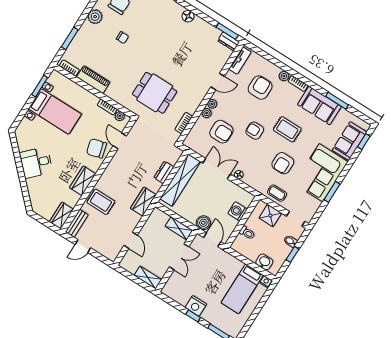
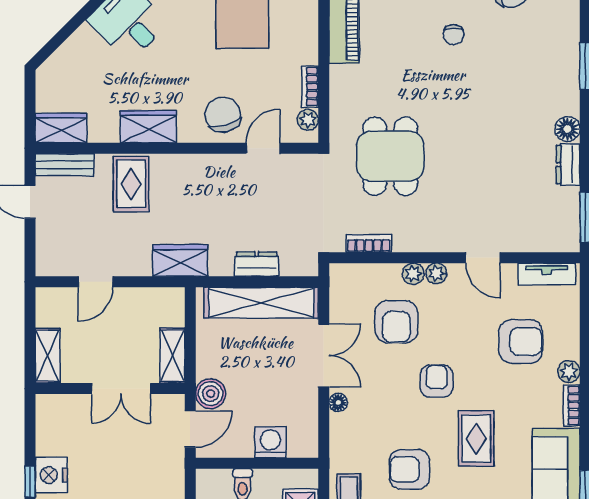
dresser: (229, 41) -> (568, 165), moved

